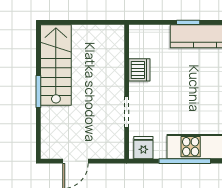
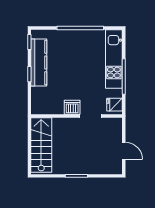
stairs: (56, 65) -> (41, 145), moved, turned 90
dishwasher: (139, 70) -> (72, 107), moved

